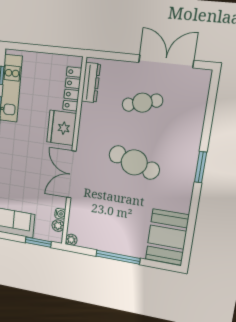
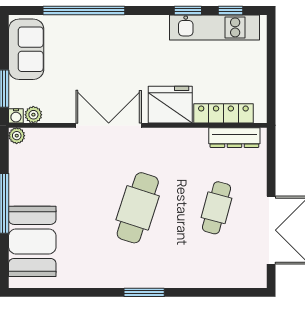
cafe table: (142, 103) -> (216, 208), turned 30
water cooler: (60, 214) -> (16, 116), moved
booth: (167, 237) -> (32, 241), moved, turned 90

